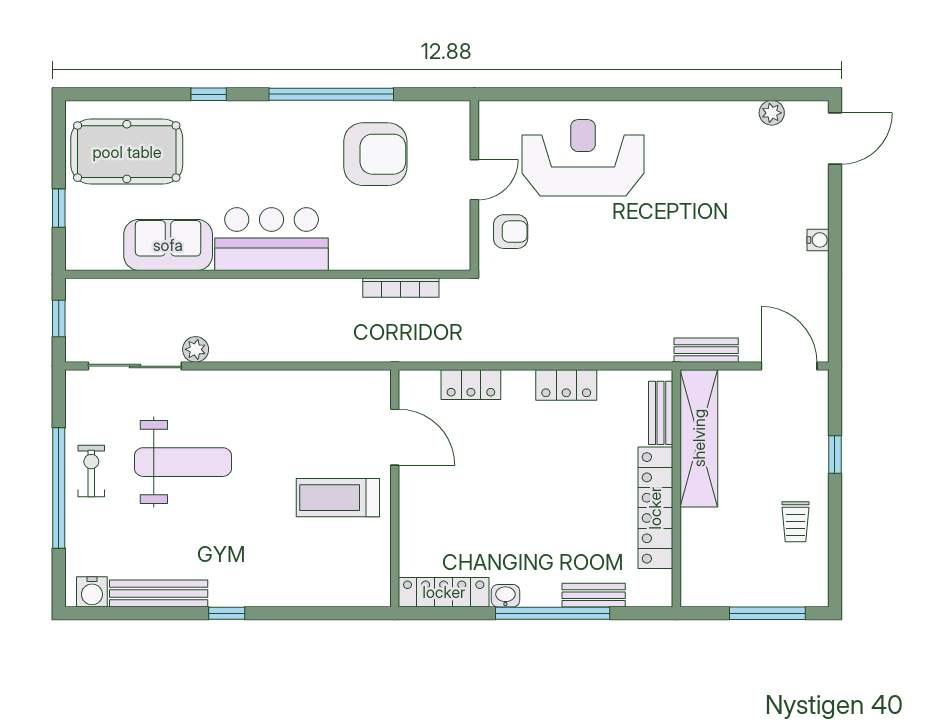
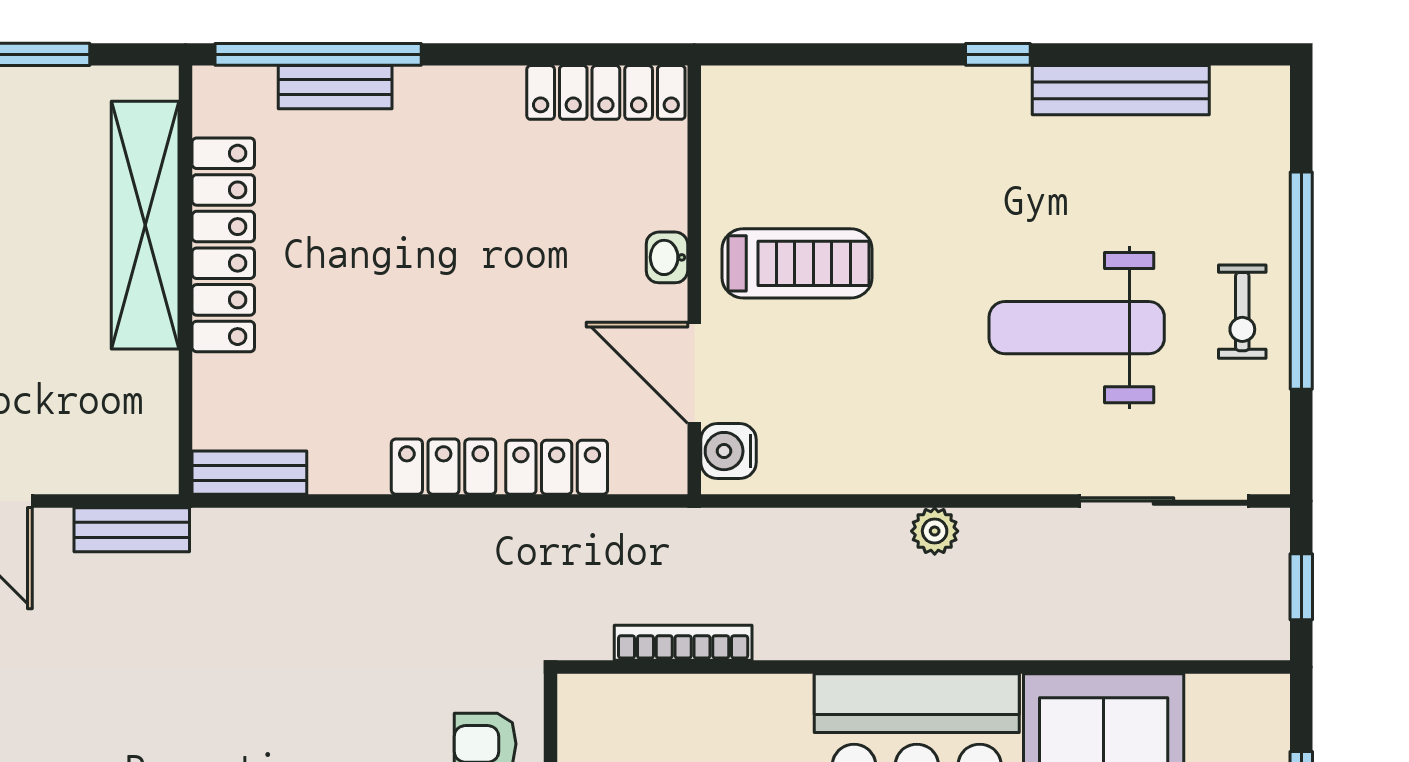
plant: (196, 349) -> (935, 531), moved
locker: (566, 385) -> (444, 467), moved
bench: (661, 413) -> (249, 473), moved, turned 90
shelving: (699, 438) -> (145, 225), moved
water cooler: (92, 592) -> (728, 451), moved, turned -90
washbasin: (505, 596) -> (667, 257), moved, turned 90
window: (553, 613) -> (318, 54), moved

